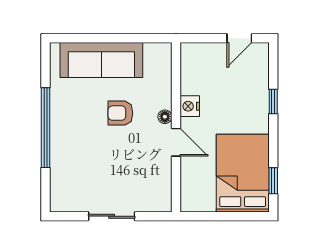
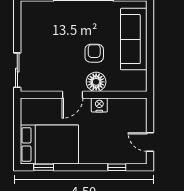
window: (273, 101) -> (117, 167), moved
floor lamp: (165, 117) -> (96, 82), width x1.89, depth x1.89
sliding door: (112, 216) -> (17, 70), moved

